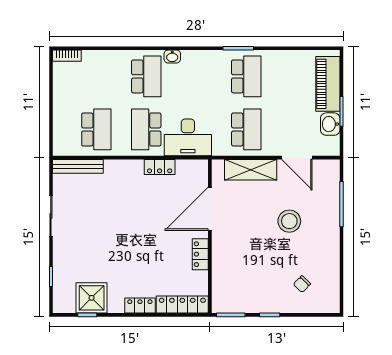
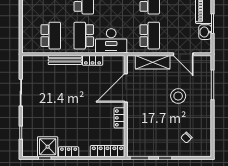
bench: (78, 166) -> (65, 60), moved
locker: (140, 306) -> (69, 152), moved

